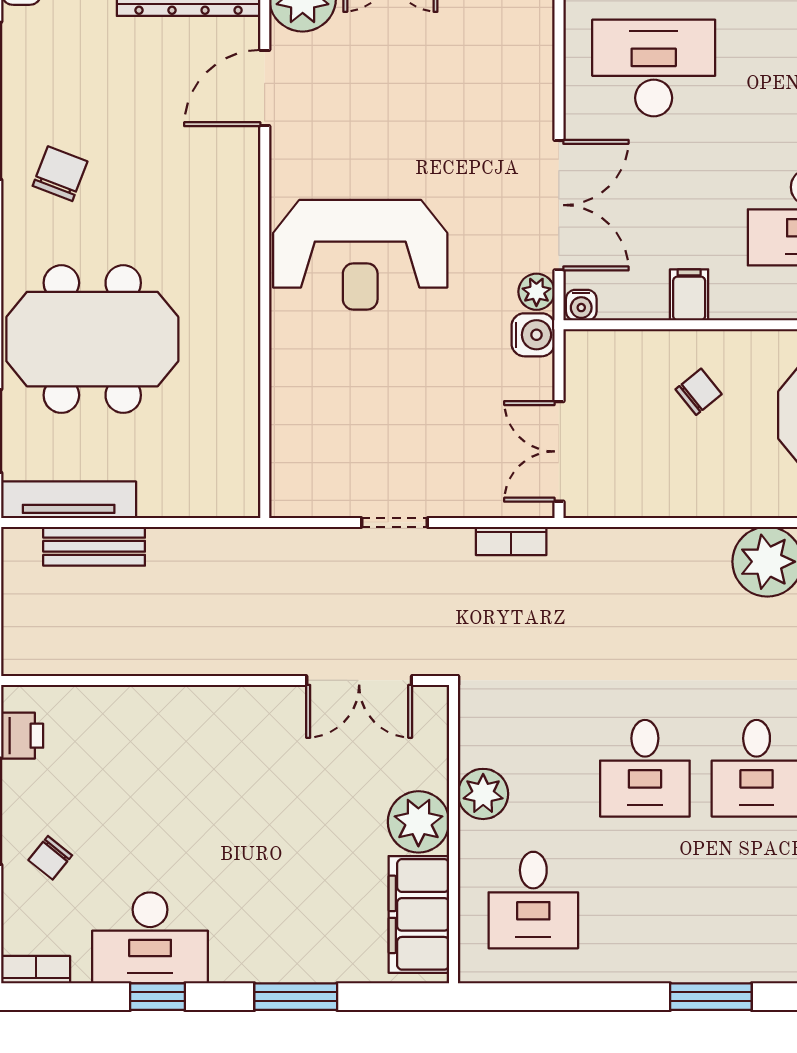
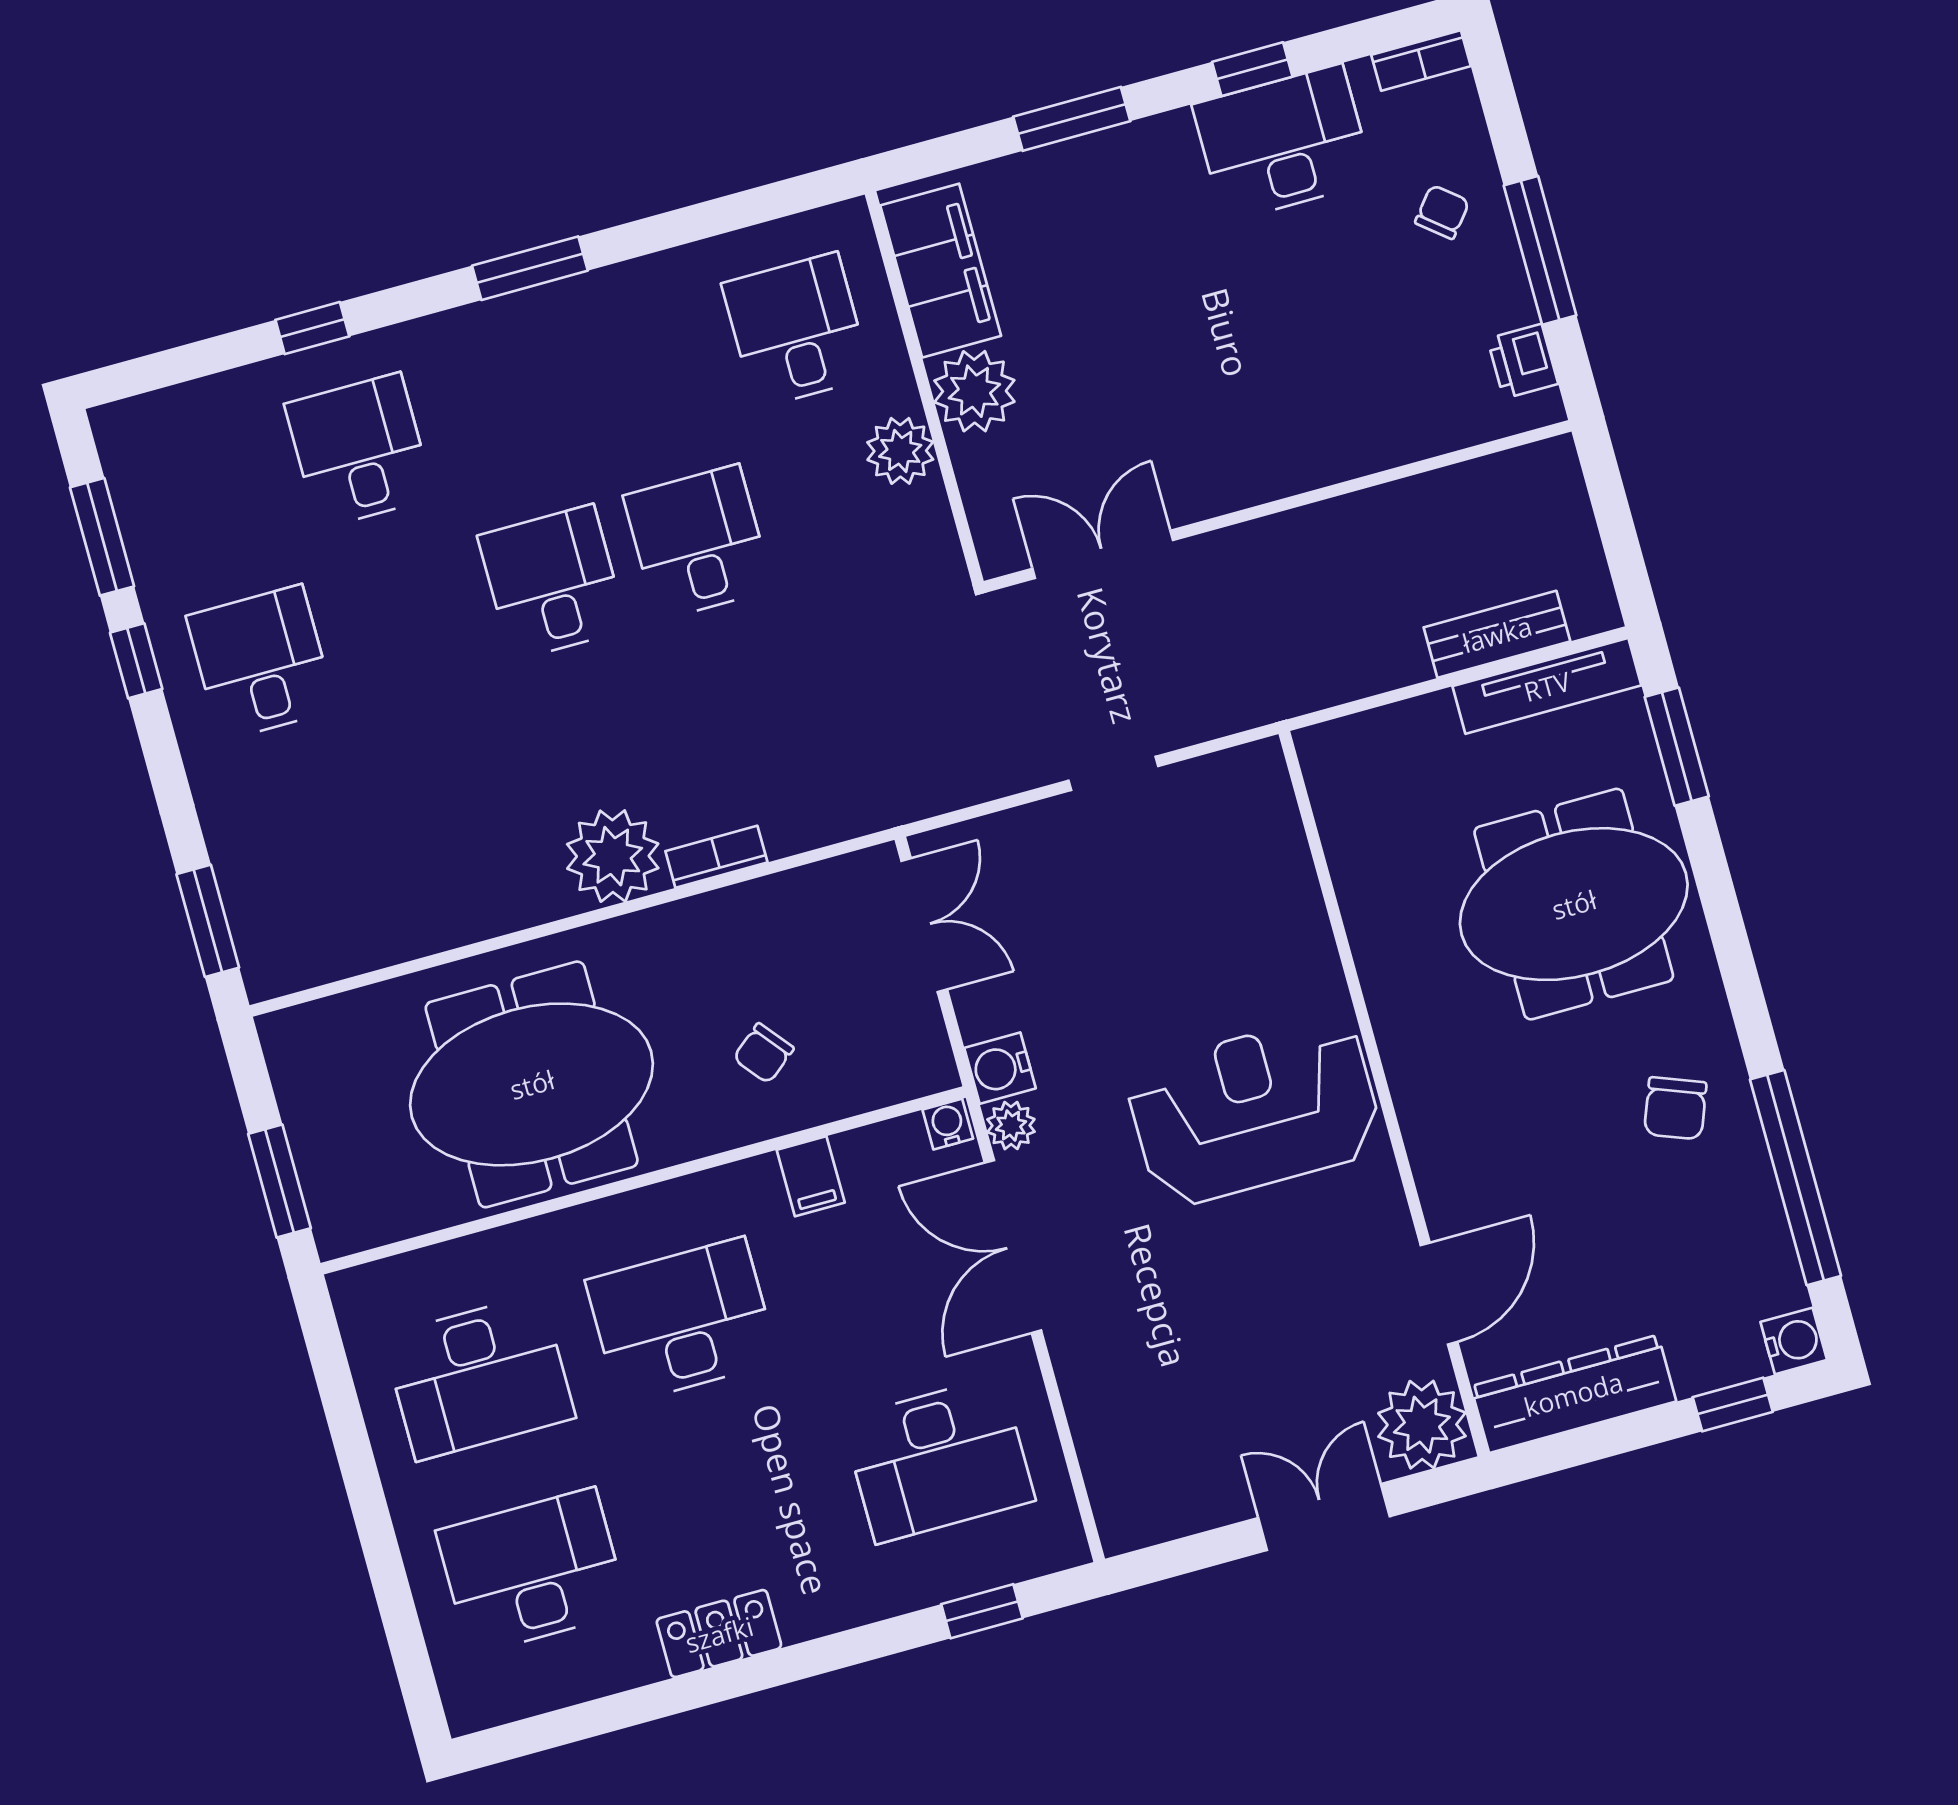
bookcase: (511, 541) -> (716, 857), moved

